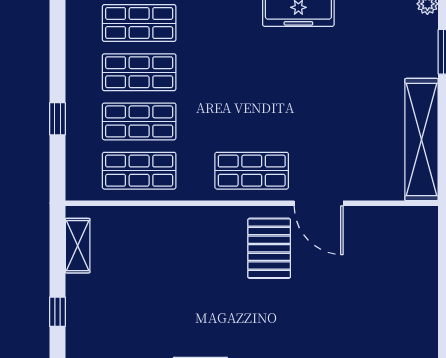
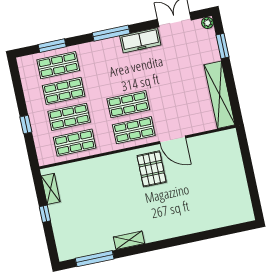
shop shelf: (252, 121) -> (128, 104), added
window: (57, 312) -> (45, 214), moved

